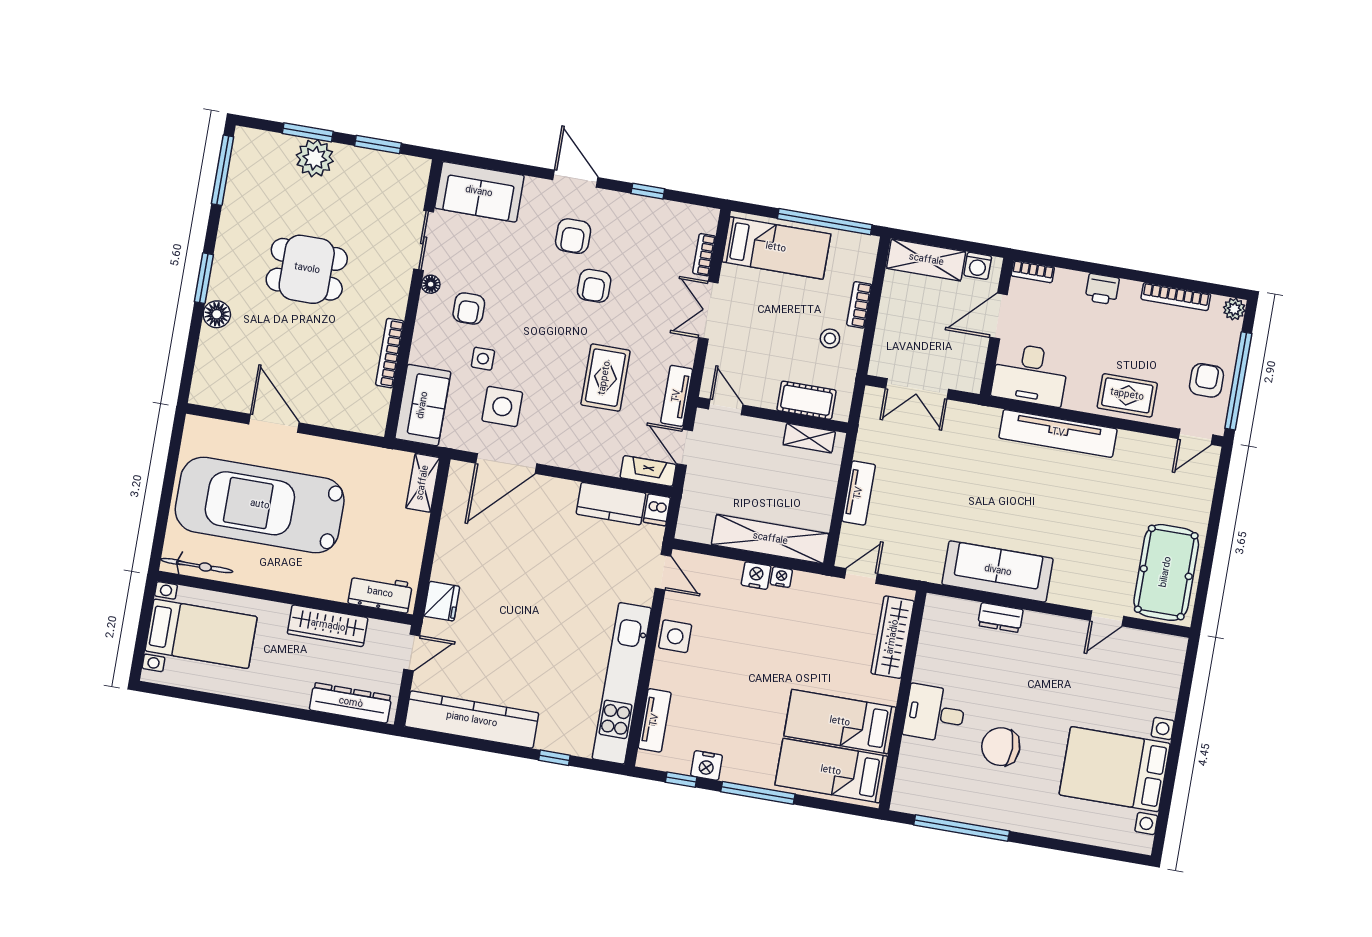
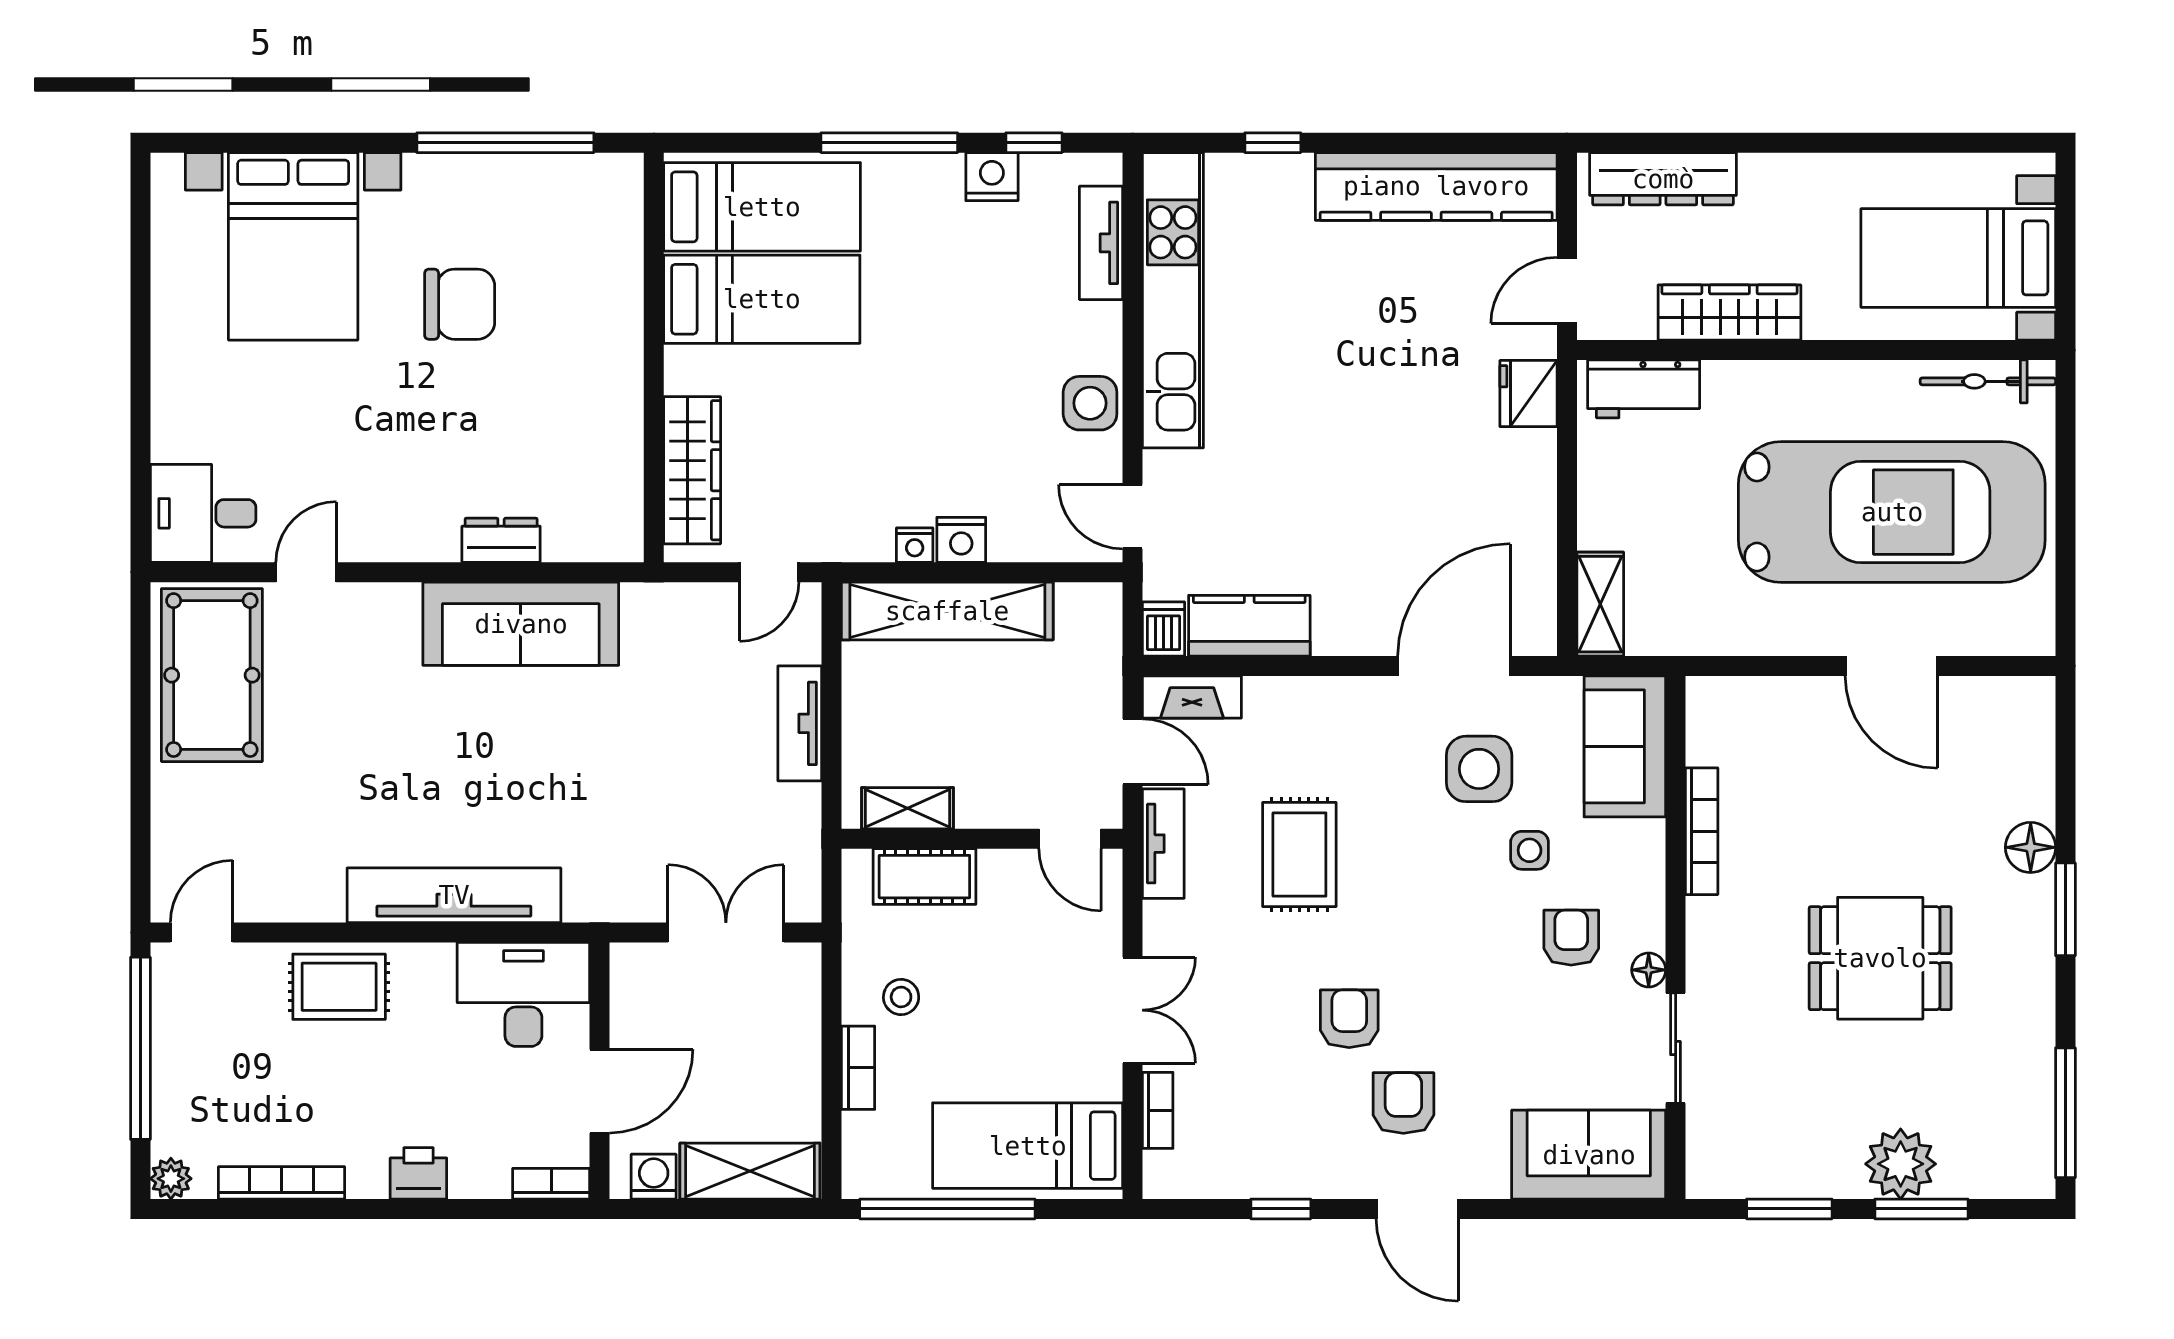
armchair: (1206, 380) -> (199, 1039), removed
desk: (935, 713) -> (203, 513), moved, turned 180
bed with nightstands: (1115, 769) -> (293, 246), moved, turned 90

